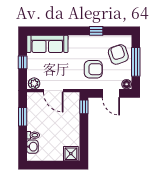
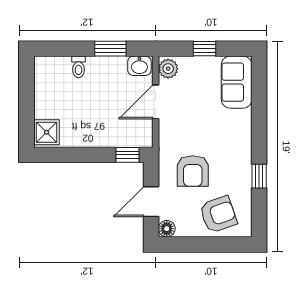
sofa: (47, 44) -> (237, 82), width x0.73
window: (136, 62) -> (206, 245), removed
washbasin: (32, 147) -> (139, 66), moved

